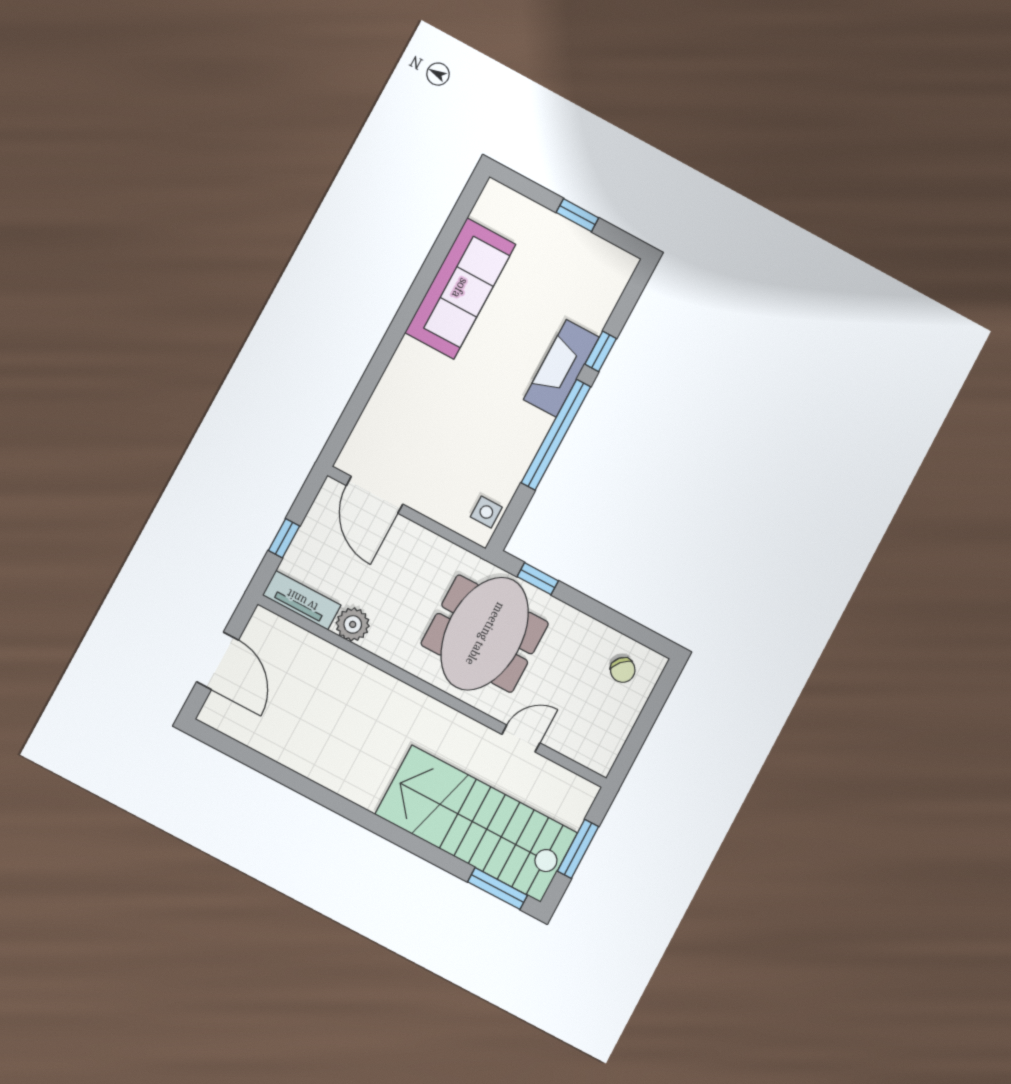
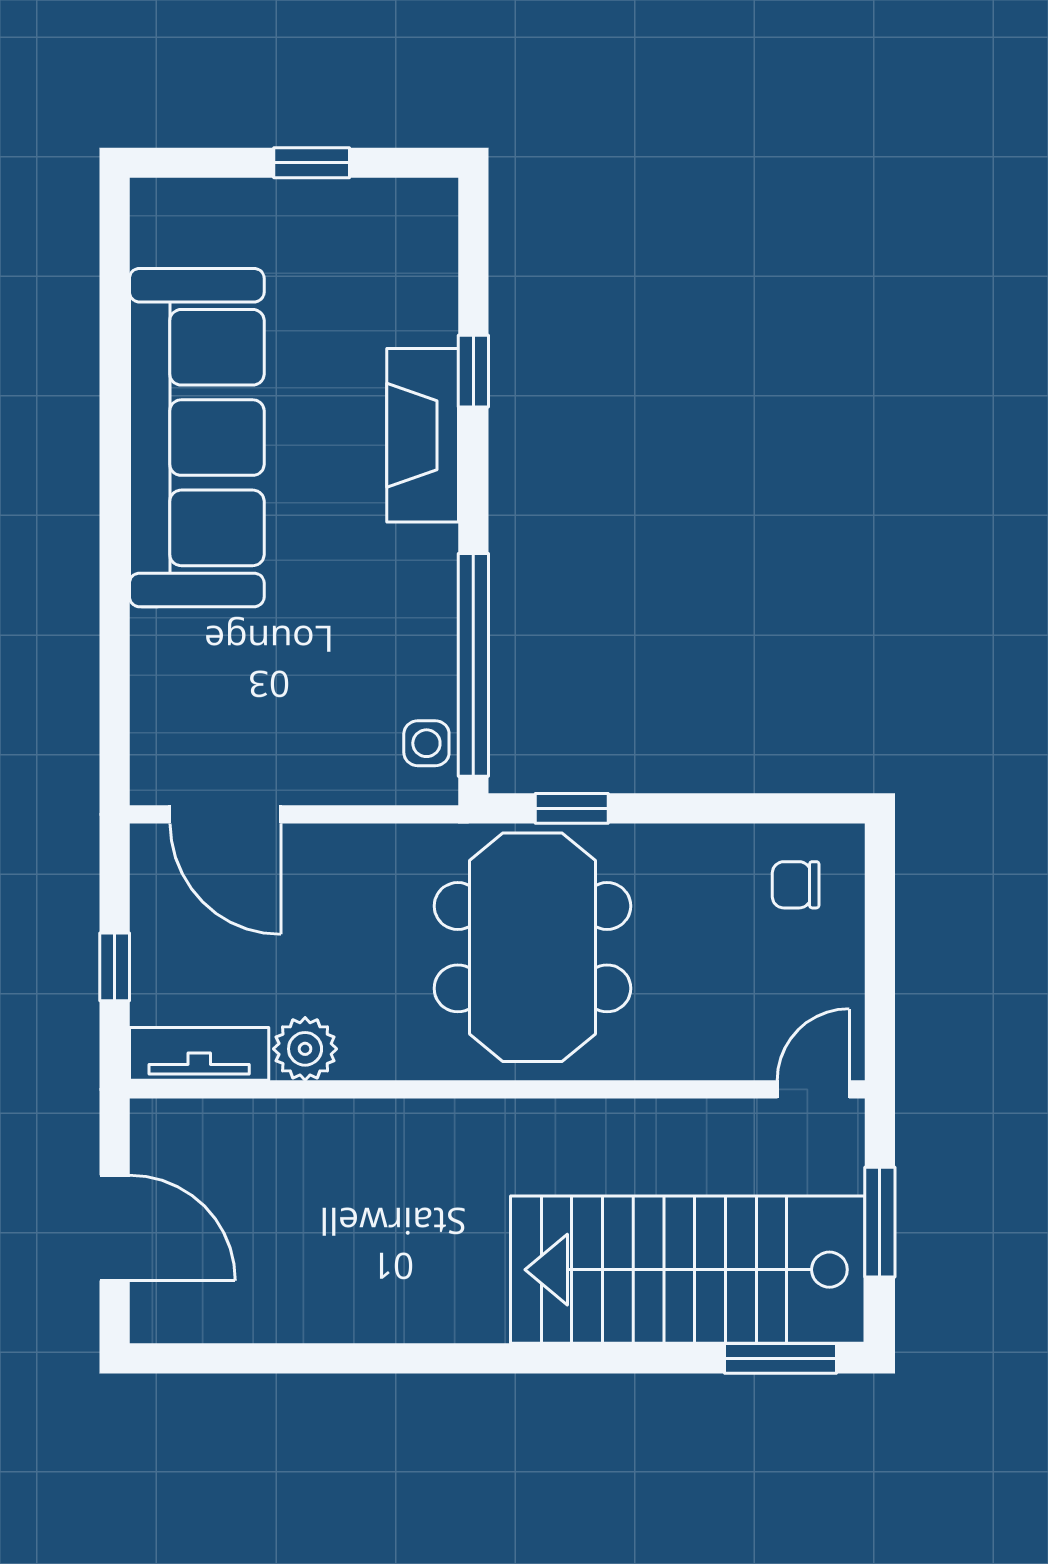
sofa: (460, 288) -> (197, 438), width x1.36, depth x1.27
window: (556, 435) -> (473, 665), moved
chair: (623, 670) -> (796, 885), turned 137
door: (521, 739) -> (813, 1089), moved

